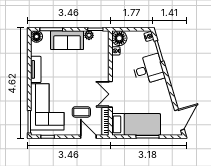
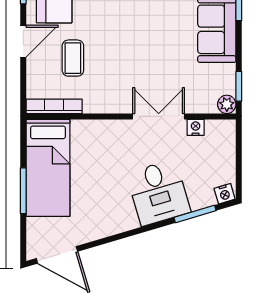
plant: (89, 35) -> (227, 104), moved
floor lamp: (119, 38) -> (221, 134), removed
double door: (110, 94) -> (159, 116), moved
door: (88, 137) -> (23, 41), moved

